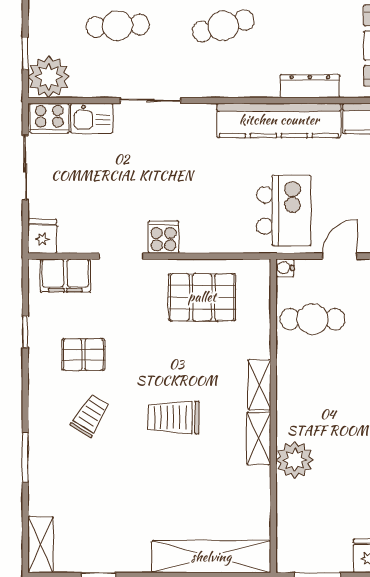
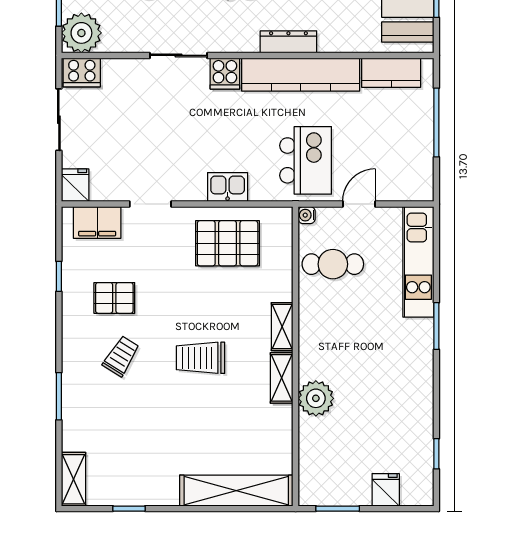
dresser: (310, 86) -> (288, 42), moved
kitchen sink: (92, 118) -> (228, 187), moved, turned 180
cooker: (164, 237) -> (225, 74), moved, turned 180

